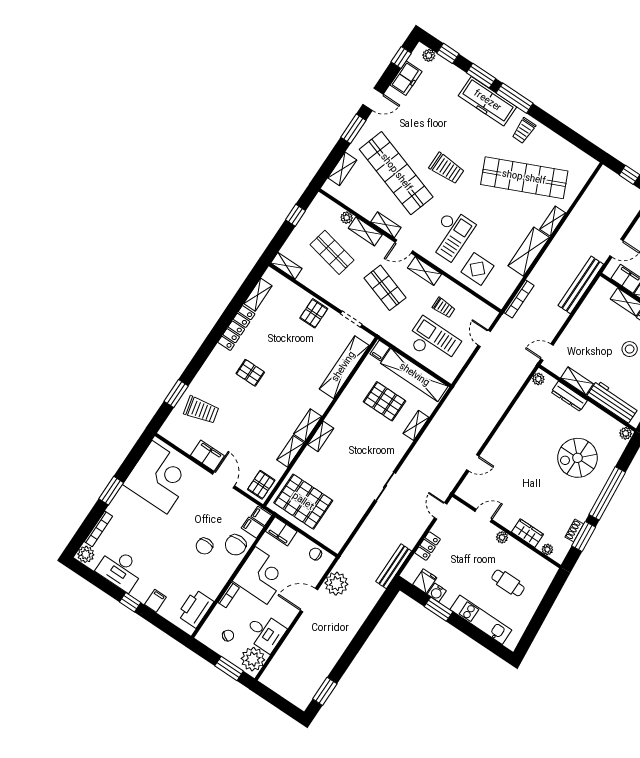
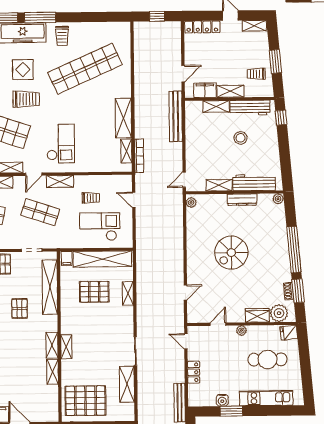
shelving: (553, 221) -> (126, 151), moved
display table: (477, 269) -> (23, 70), moved
dresser: (569, 396) -> (242, 200), moved
spiral stairs: (577, 458) -> (231, 253), moved
pallet: (261, 485) -> (20, 308), moved
shelving: (355, 513) -> (127, 384), added
plant: (547, 549) -> (279, 313), width x1.88, depth x1.88
fridge: (425, 581) -> (289, 333), moved, turned -95
cafe table: (508, 583) -> (267, 360), width x1.37, depth x1.35

